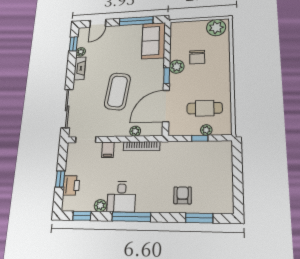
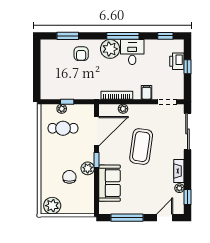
sofa: (154, 41) -> (110, 183), moved
plant: (100, 206) -> (110, 49), moved, width x1.88, depth x1.88

